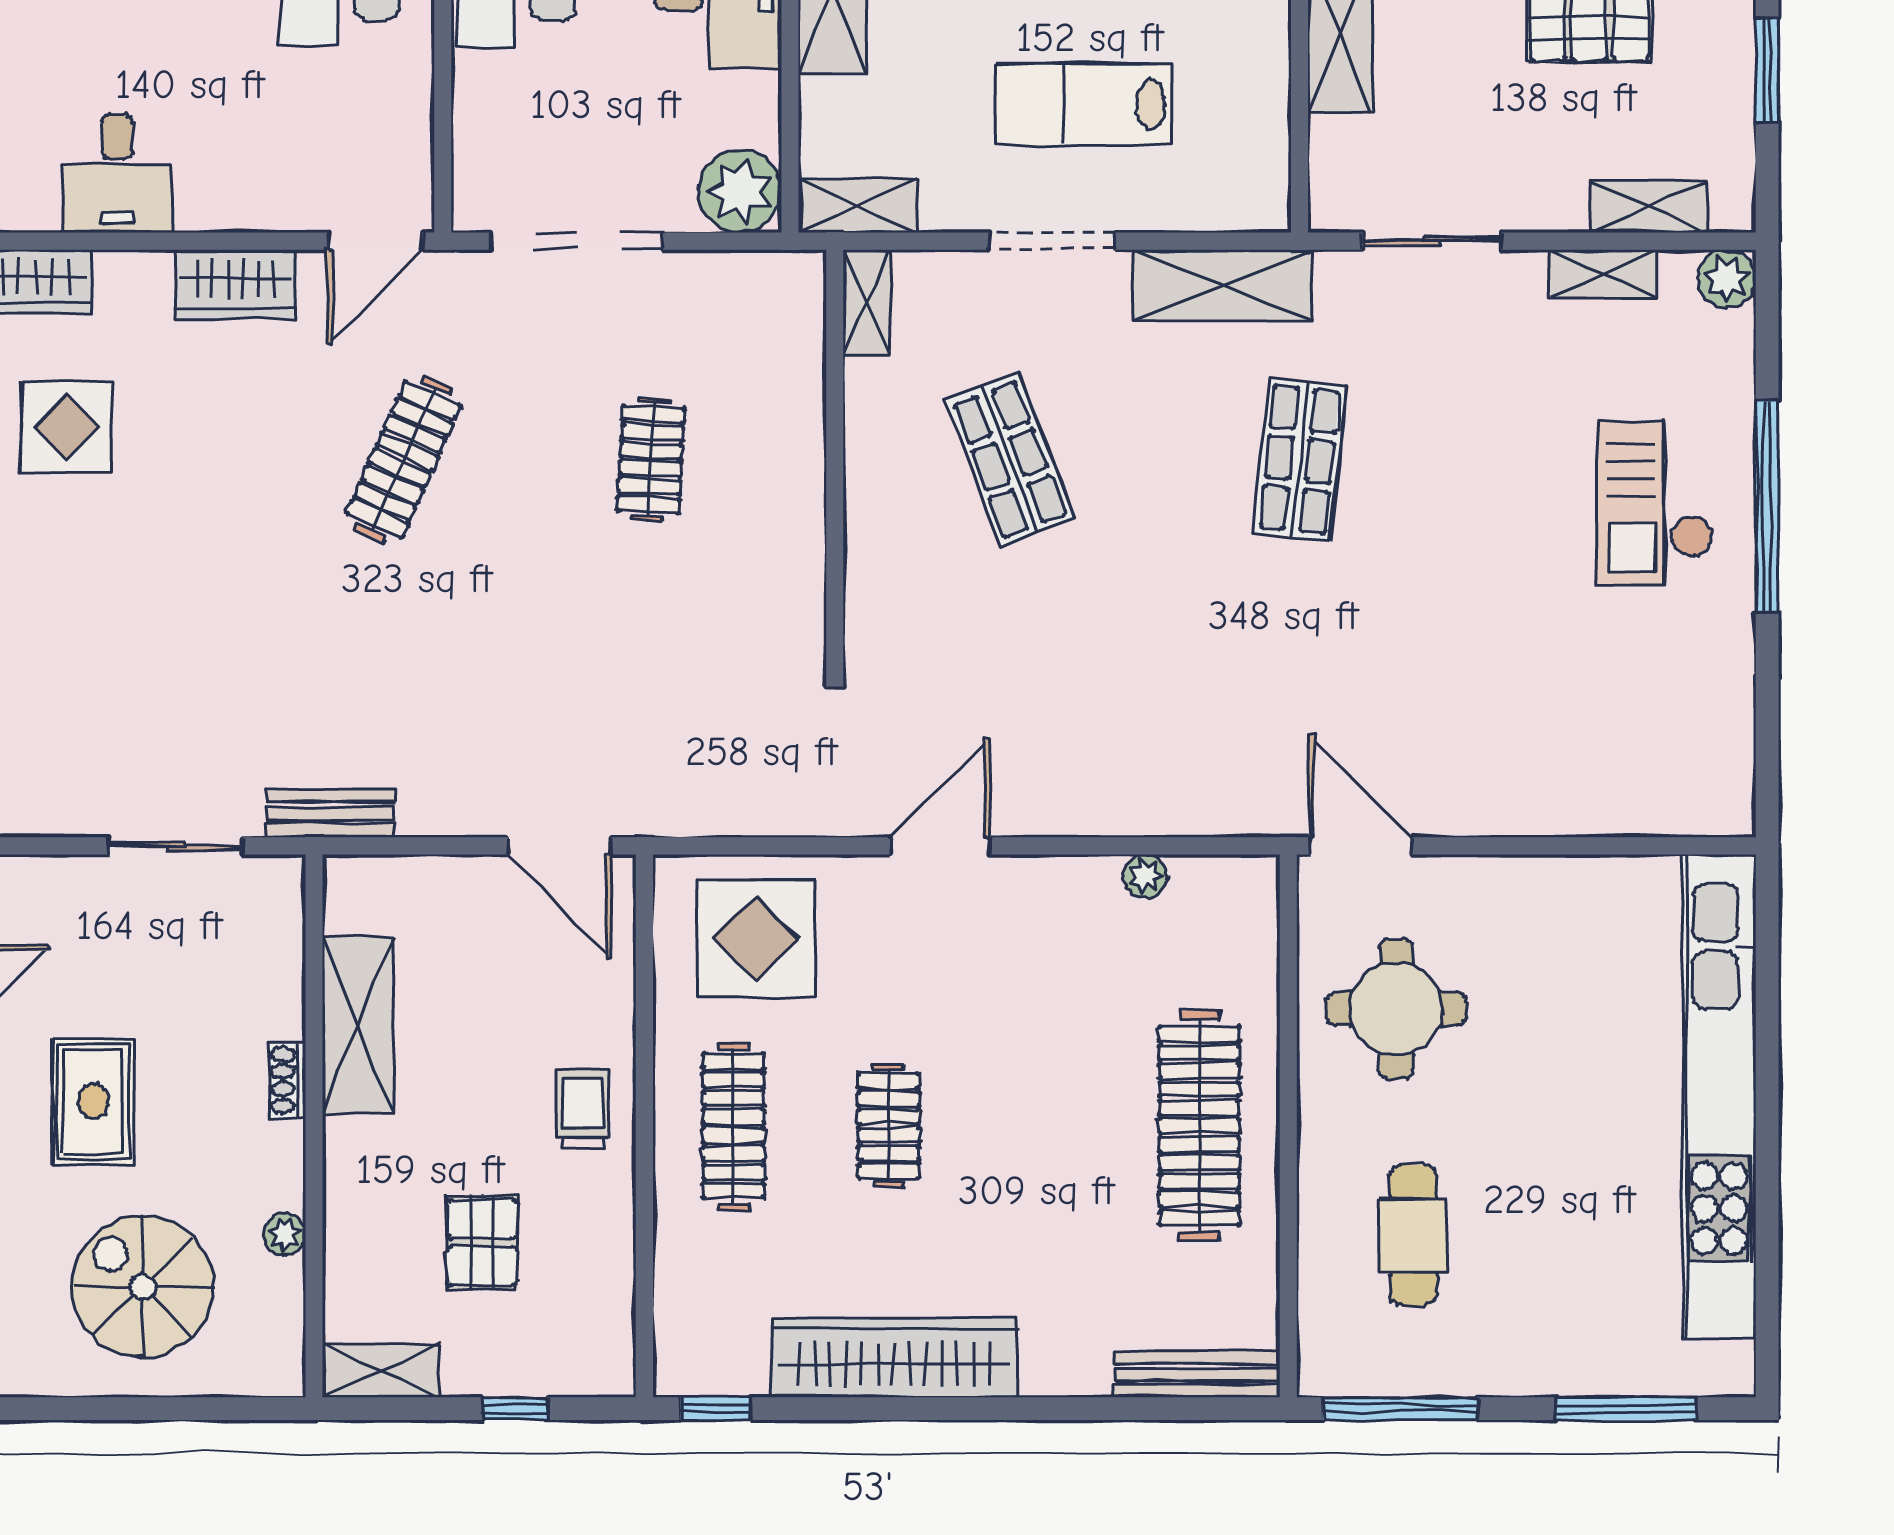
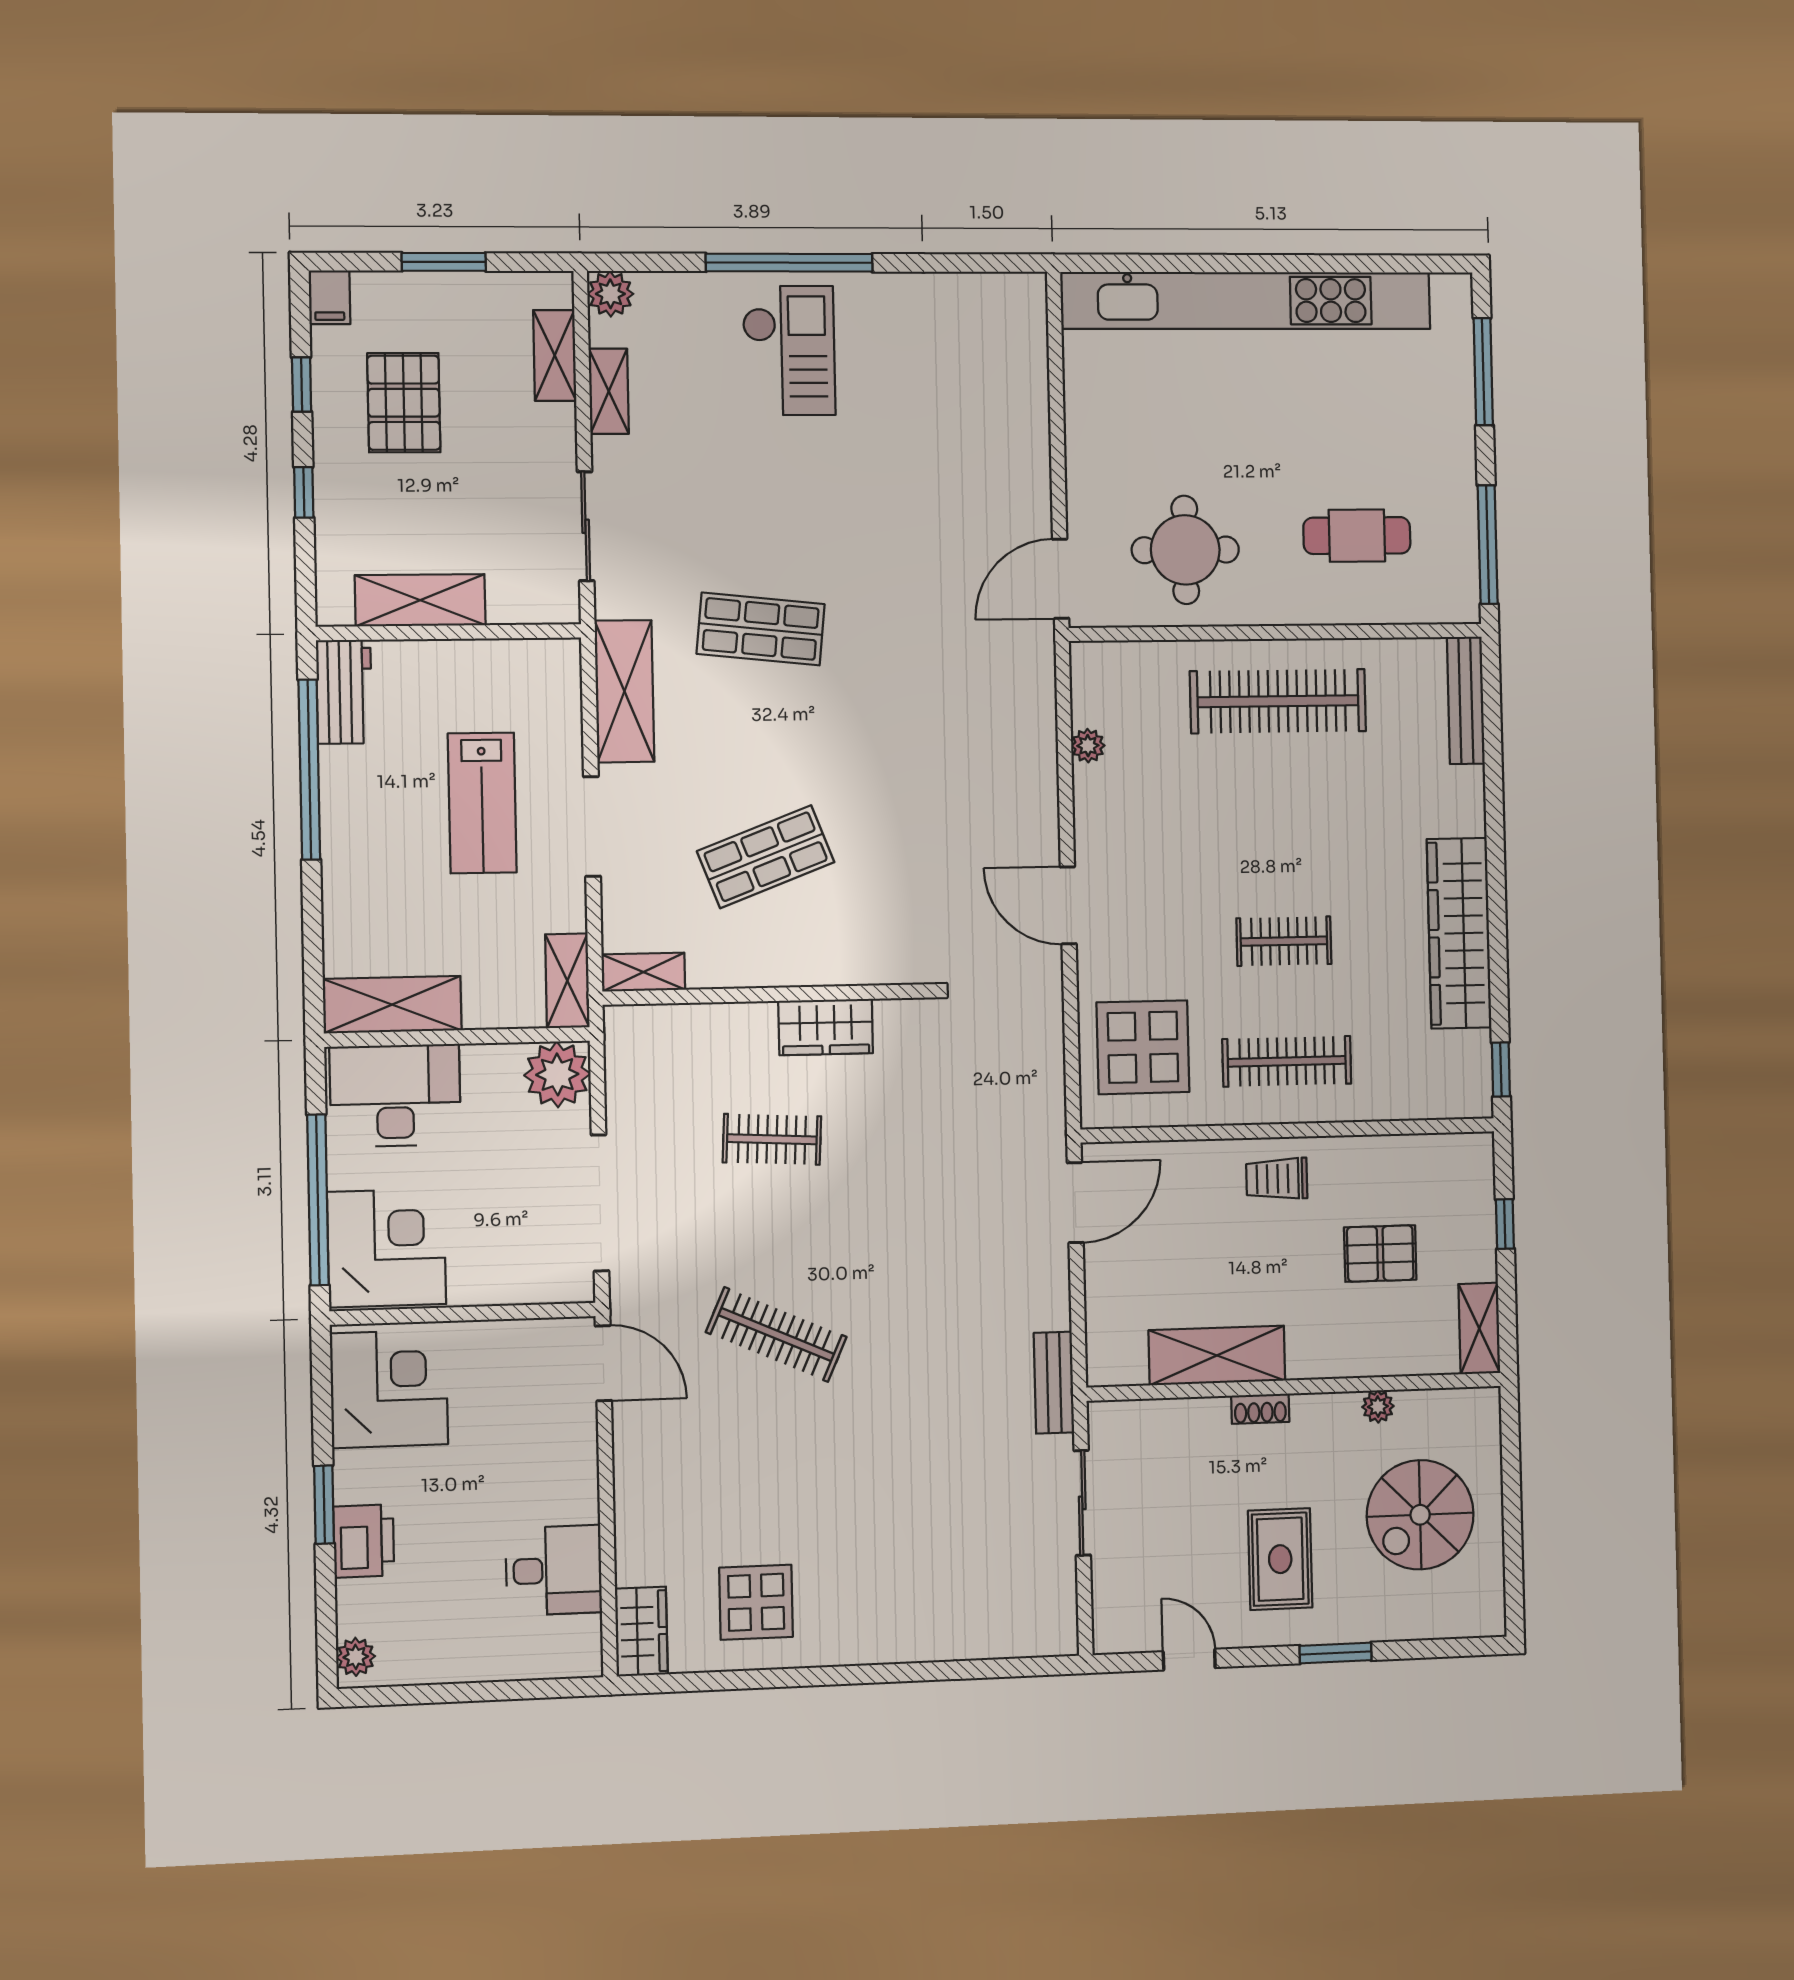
wardrobe: (236, 284) -> (826, 1027), moved, turned 90
checkout: (1655, 503) -> (789, 350), turned -90
rug: (93, 1101) -> (1280, 1559), turned 90

